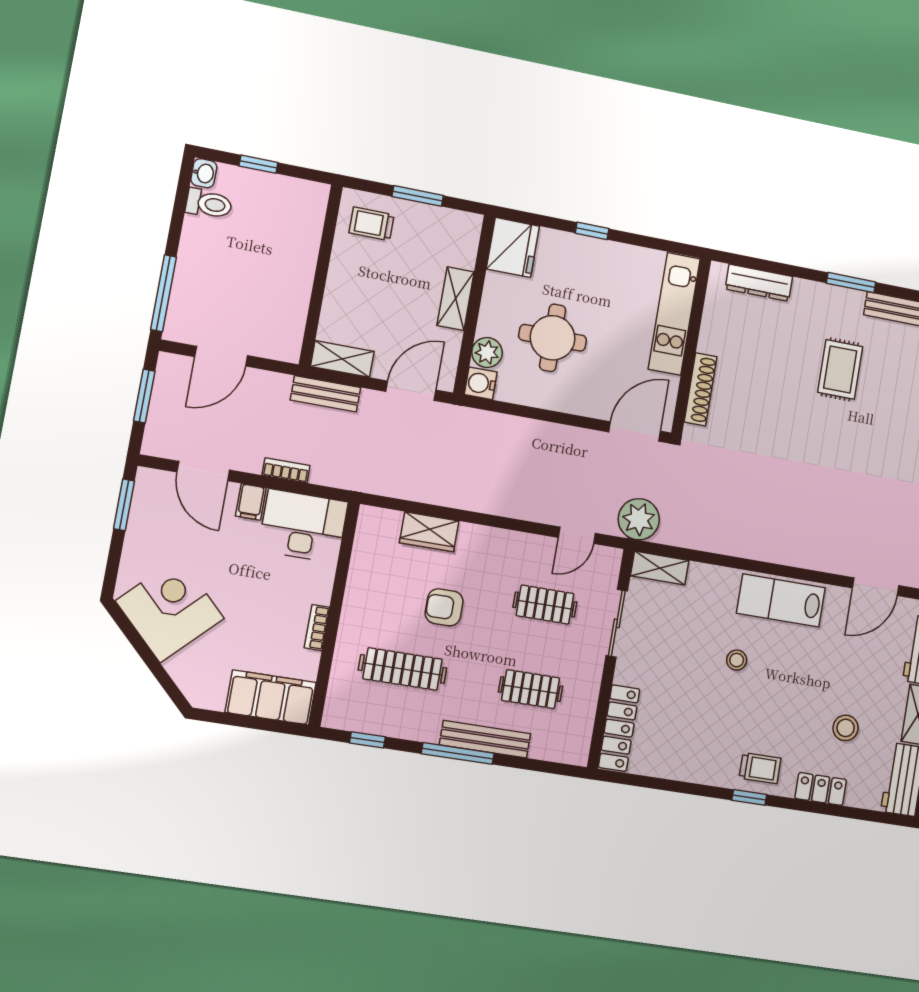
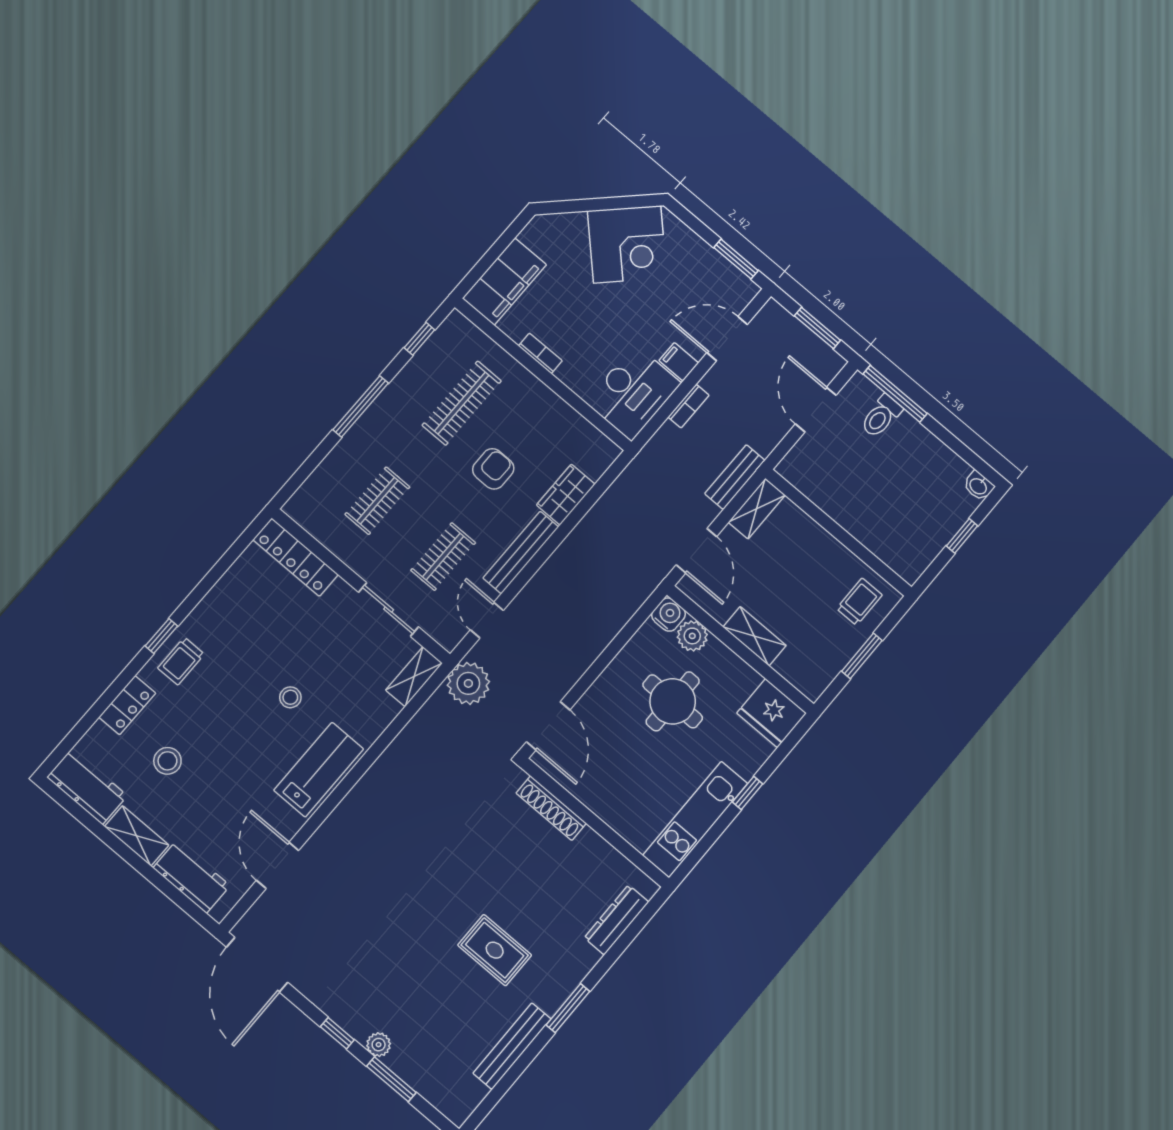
toilet: (209, 204) -> (881, 416), moved
kitchen unit: (674, 314) -> (695, 819), moved, turned -90
bench: (485, 739) -> (521, 552), moved

